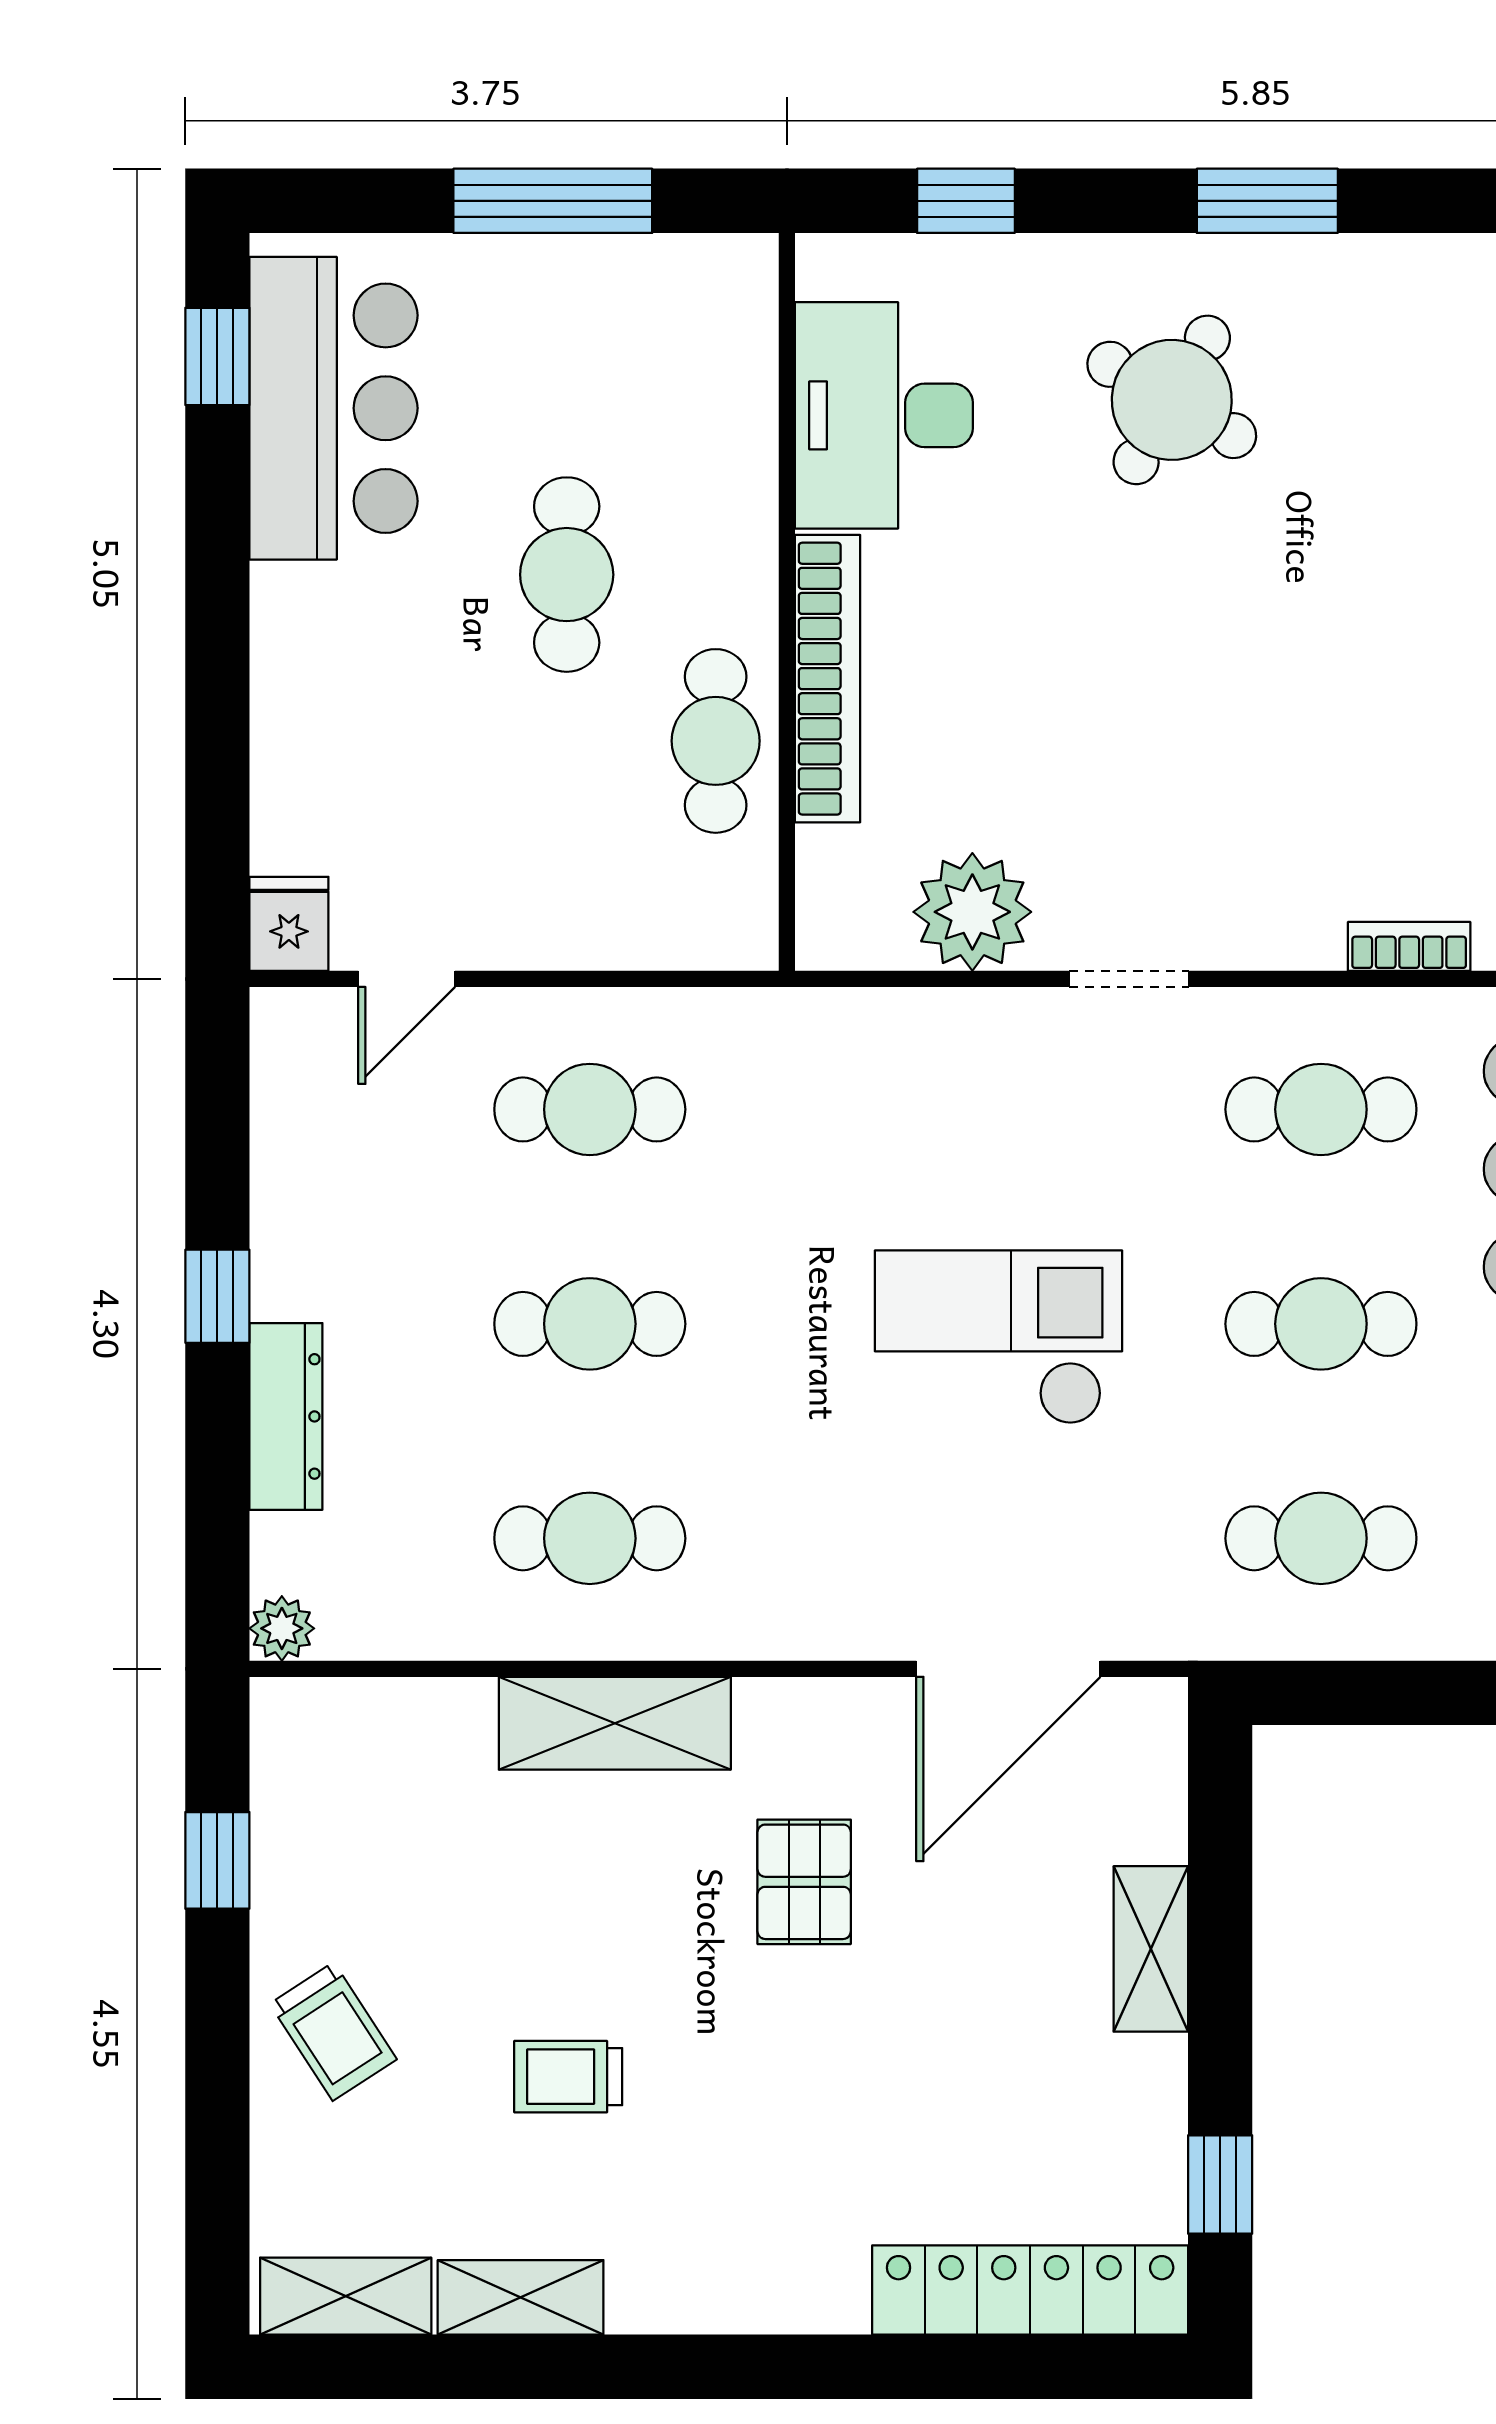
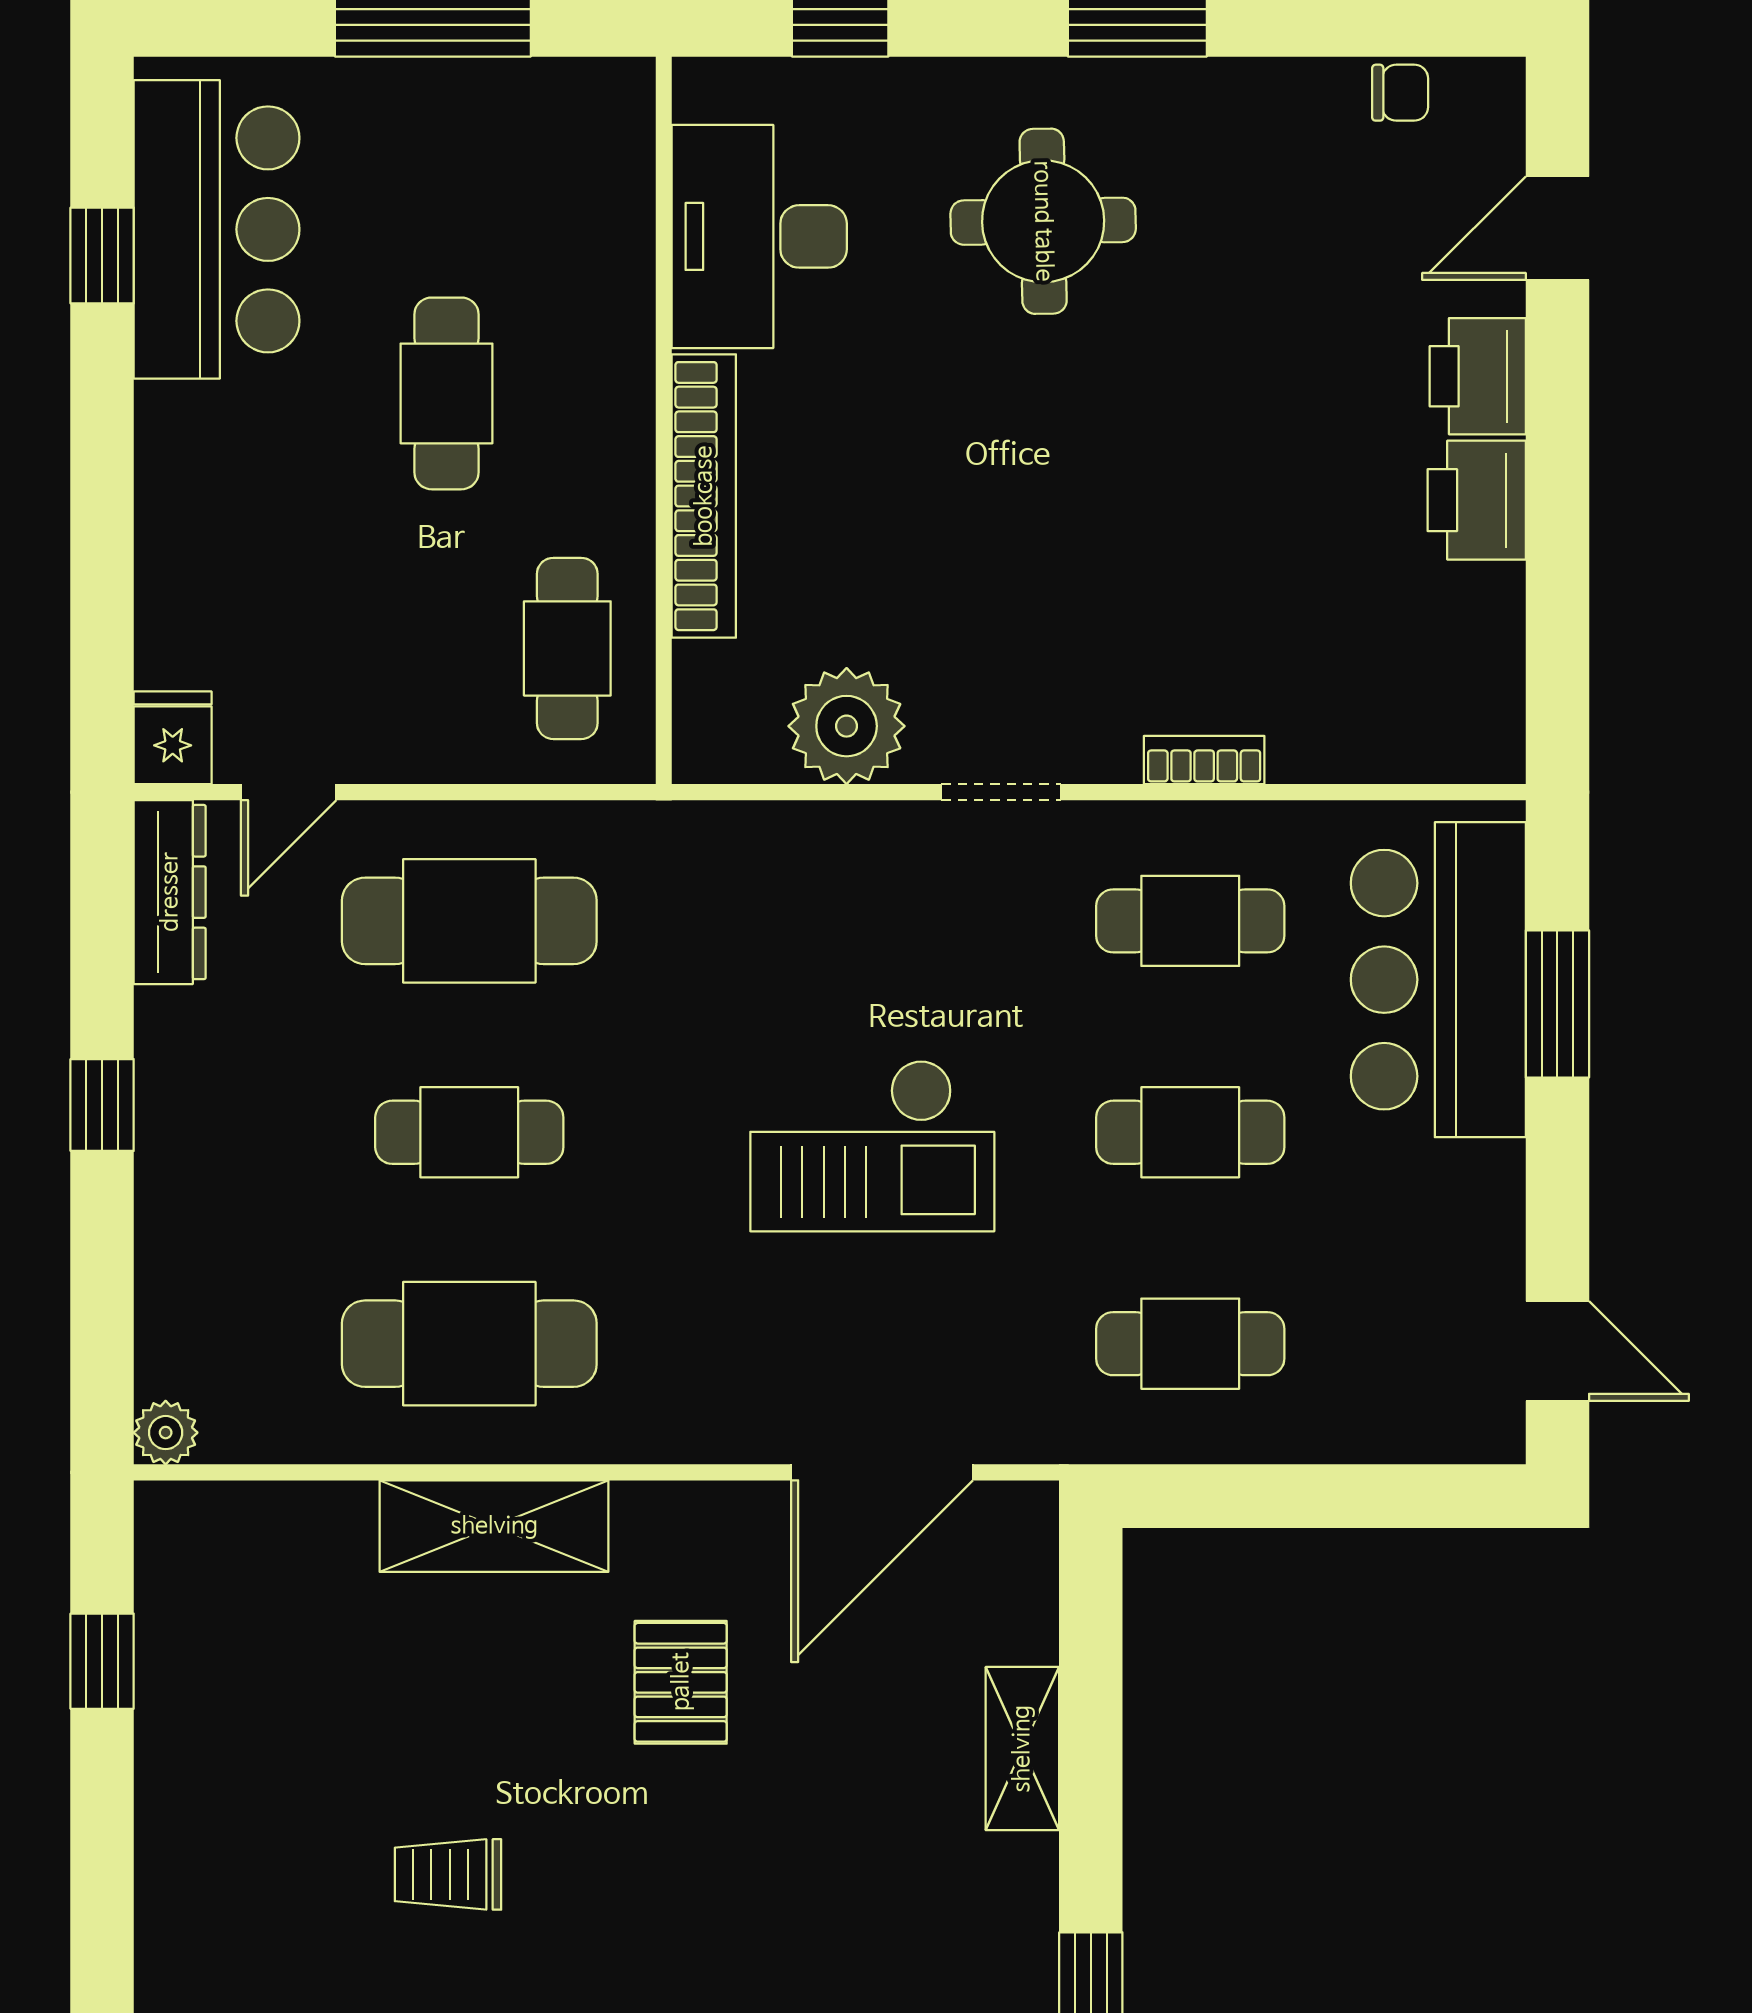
window: (217, 356) -> (102, 255), moved
round table: (1172, 400) -> (1043, 221), turned -31
cafe table: (716, 741) -> (567, 648), moved
bookcase: (1409, 946) -> (1204, 760), moved
cafe table: (590, 1109) -> (469, 921), width x1.37, depth x1.35
checkout: (999, 1337) -> (872, 1146), turned 180
dresser: (286, 1416) -> (170, 892), moved
cafe table: (590, 1538) -> (469, 1344), width x1.37, depth x1.35
trolley: (333, 2031) -> (216, 1830), removed

